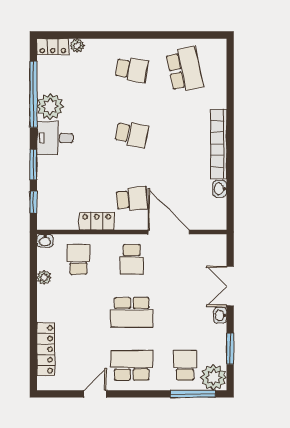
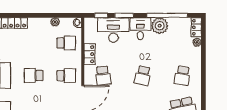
desk: (57, 182) -> (113, 30), added
school desk: (132, 259) -> (66, 76), turned 180
school desk: (132, 312) -> (34, 76), width x0.54

